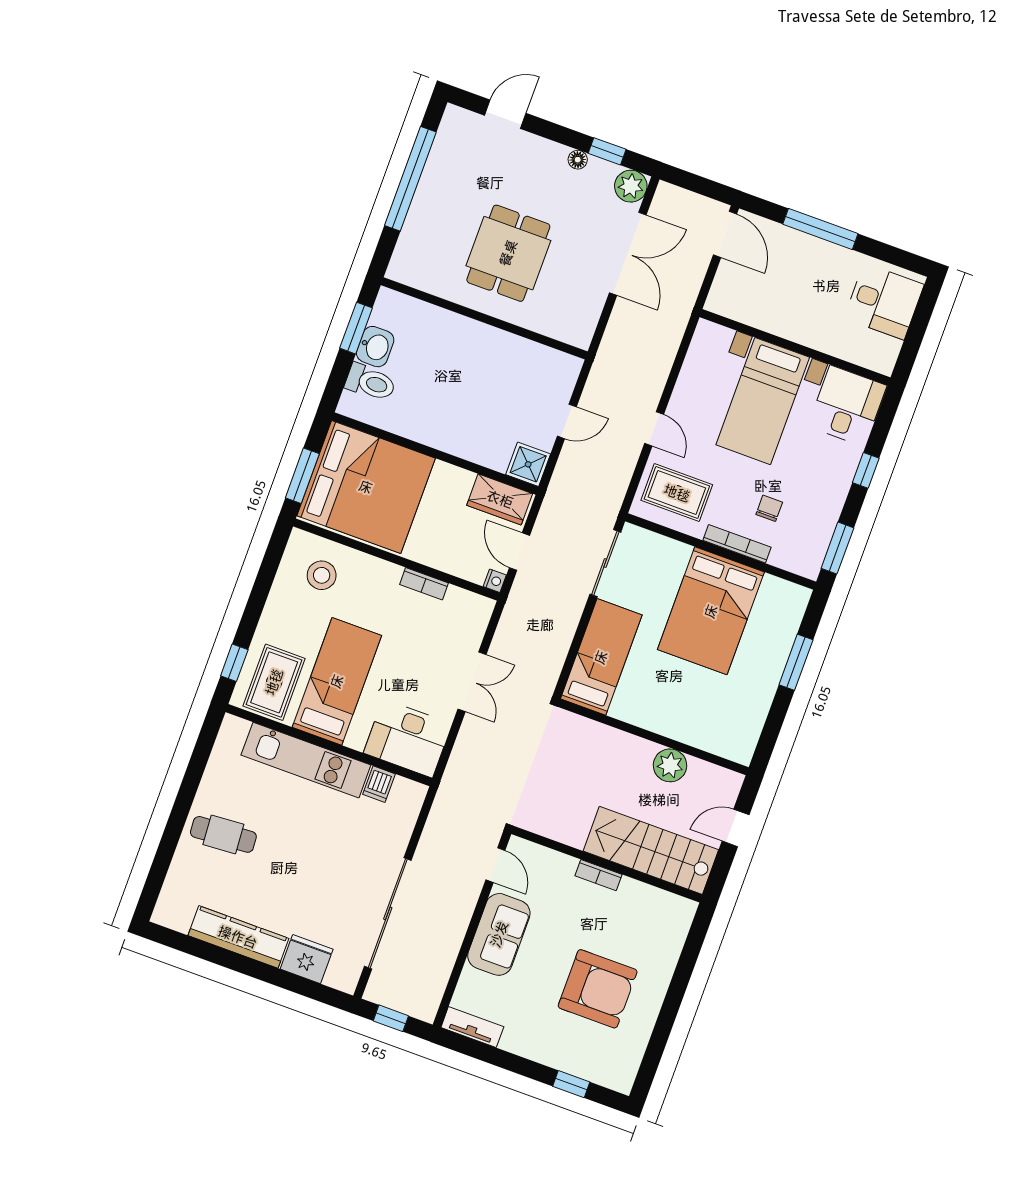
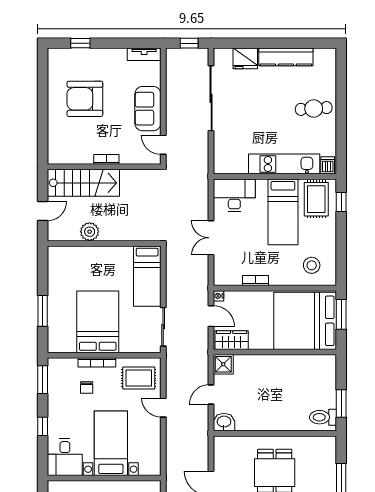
washbasin: (375, 347) -> (224, 422), moved, turned 90
toilet: (370, 382) -> (323, 417), moved
dishwasher: (379, 784) -> (328, 165), moved

